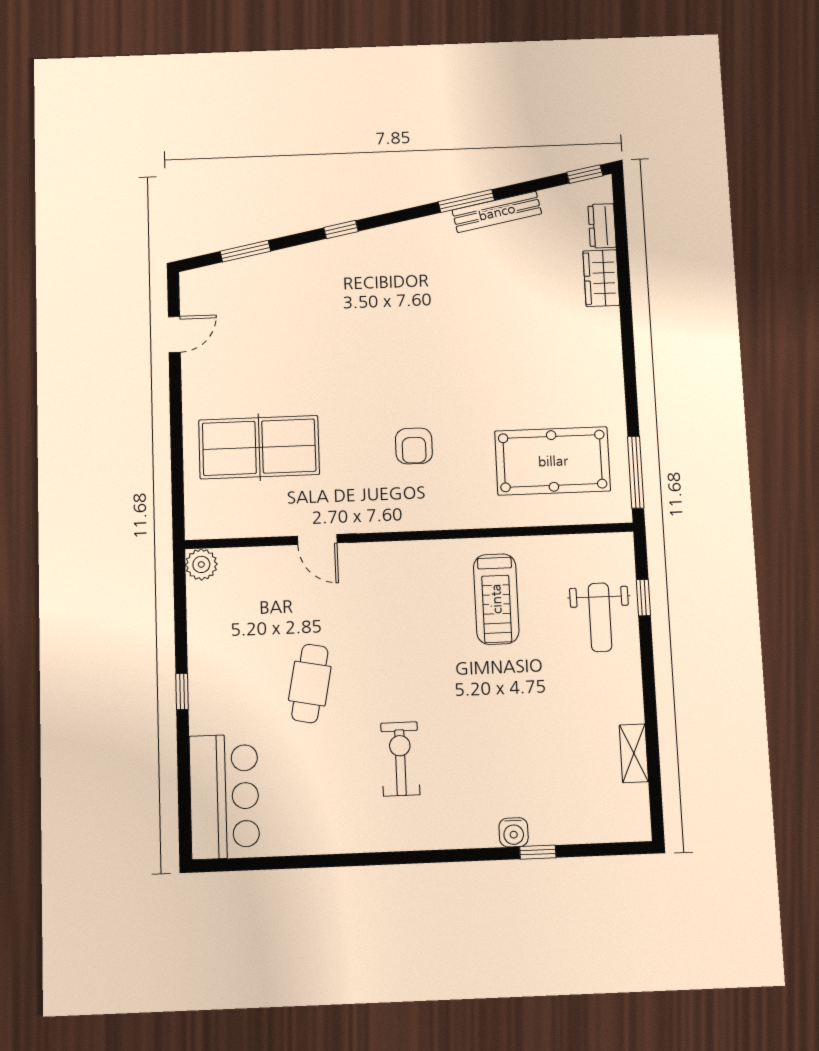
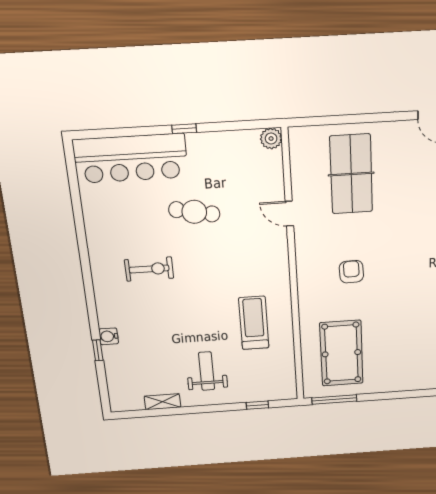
armchair: (414, 446) -> (351, 272), turned 88
door: (317, 539) -> (289, 214), hinge flipped
treadmill: (496, 599) -> (254, 323), turned 90
weight bench: (600, 617) -> (207, 371), moved, turned 90
bar counter: (224, 796) -> (131, 158), width x1.36

